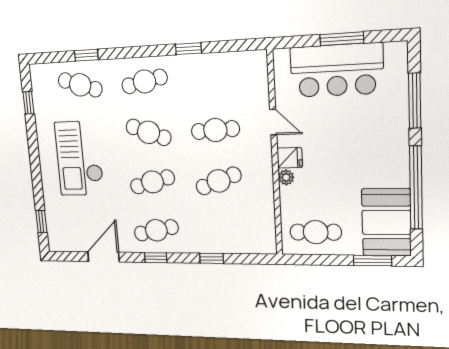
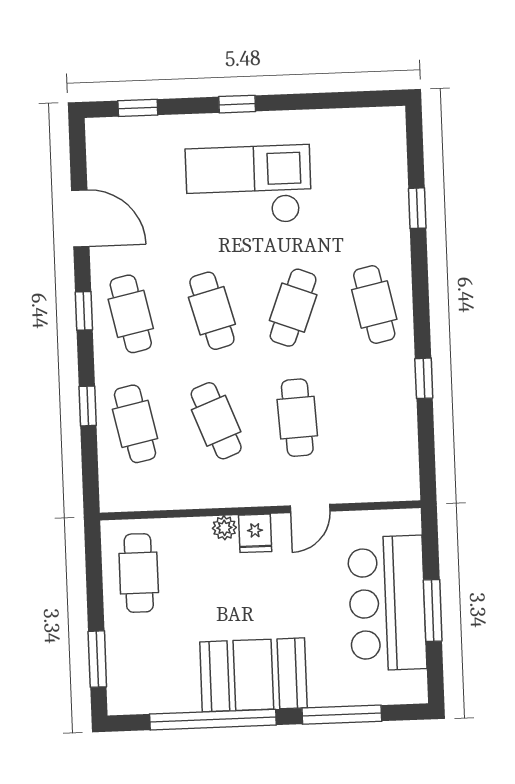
cafe table: (80, 85) -> (135, 424), moved, turned -30
window: (28, 103) -> (237, 104), moved
booth: (386, 222) -> (253, 675), moved

